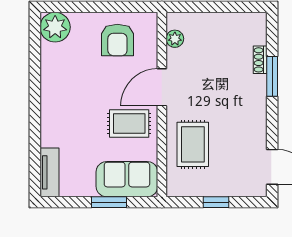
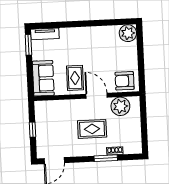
plant: (175, 39) -> (120, 106), width x1.87, depth x1.87
armchair: (117, 40) -> (125, 81), moved
rug: (193, 144) -> (92, 129), moved
window: (109, 202) -> (28, 45), moved

